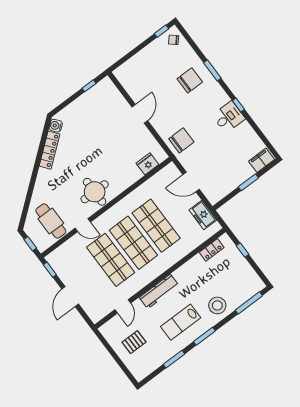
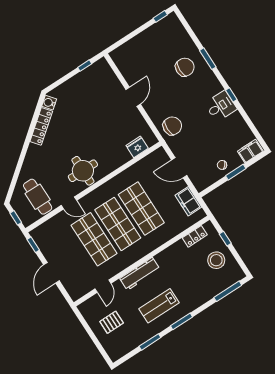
chair: (174, 40) -> (222, 165), moved
stool: (217, 305) -> (216, 260), moved

